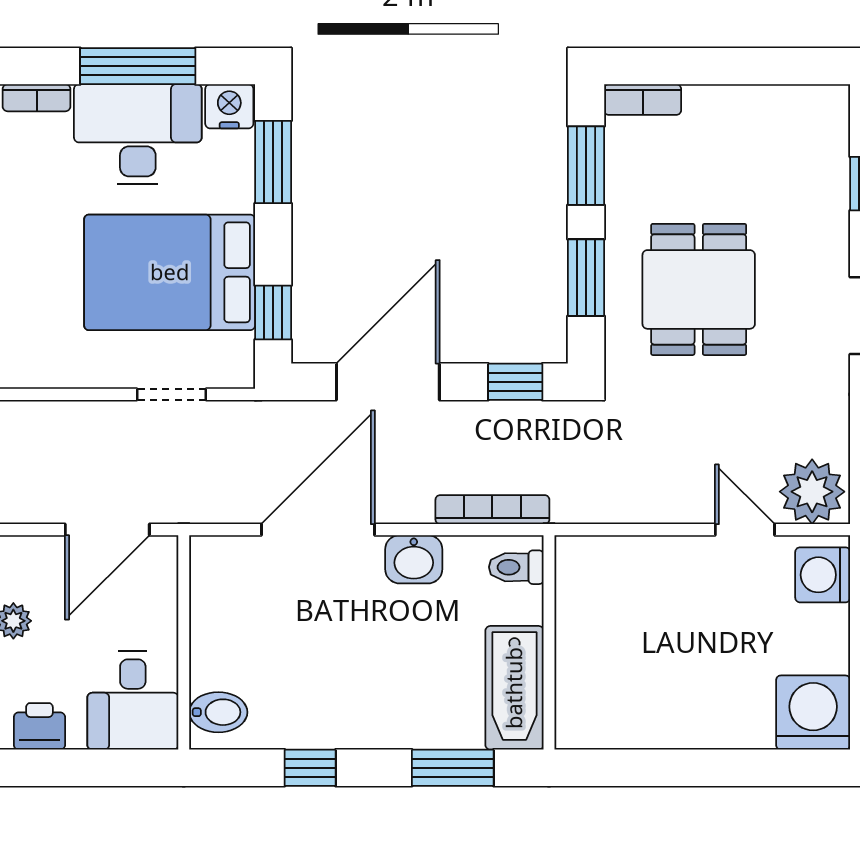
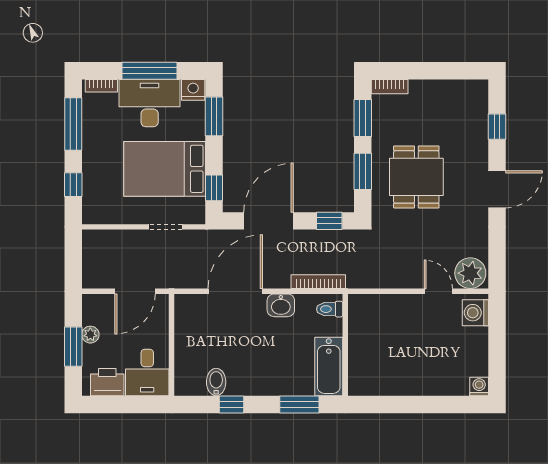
bidet: (218, 712) -> (216, 382), moved, turned -90
washing machine: (813, 713) -> (479, 387), width x0.53, depth x0.53
printer: (39, 726) -> (107, 382), width x1.36, depth x1.24

